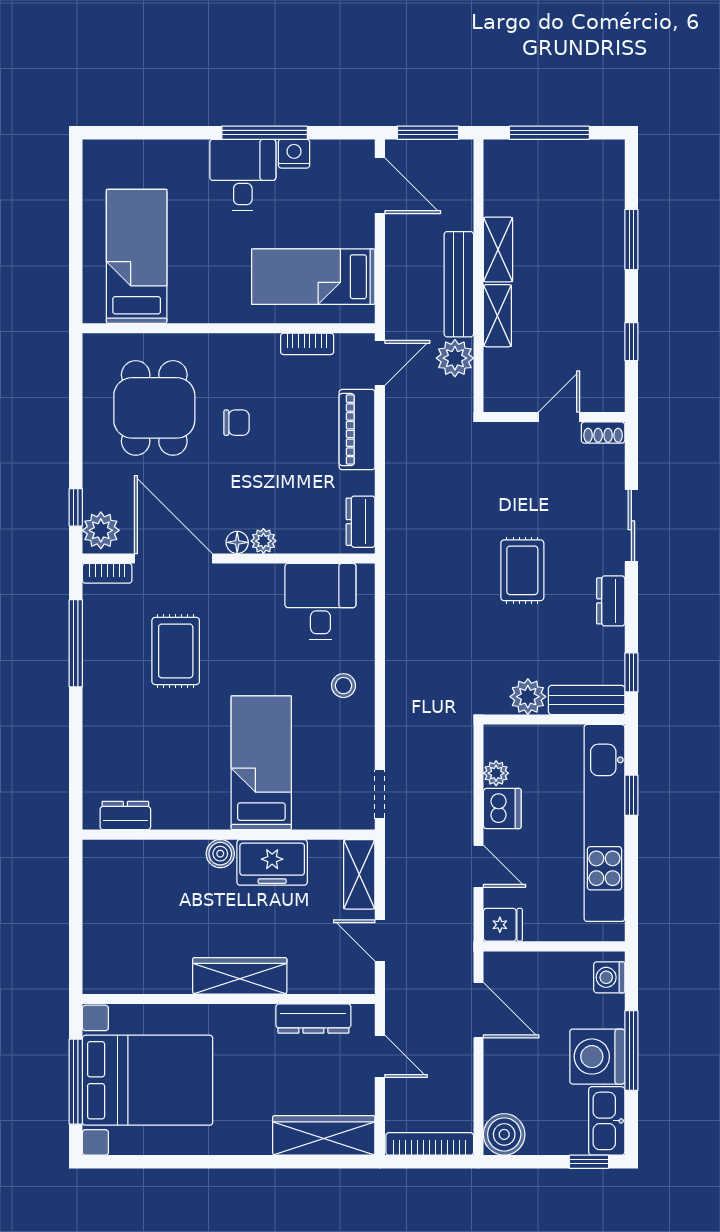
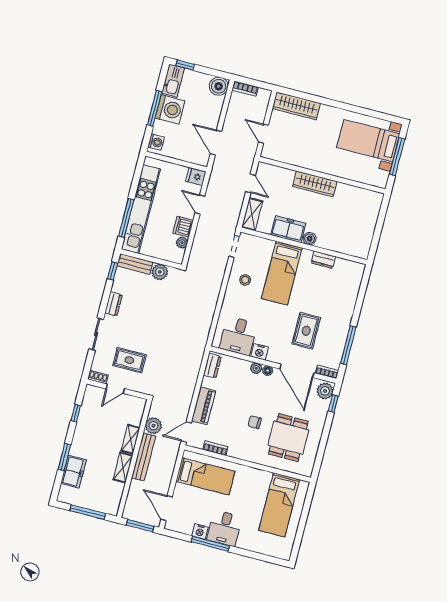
freezer: (603, 213) -> (74, 472), added
rug: (522, 570) -> (129, 360), moved, turned 90
nightstand: (266, 579) -> (260, 352), added
stool: (344, 686) -> (245, 280), moved
window: (631, 795) -> (126, 218), width x2.17
dresser: (125, 815) -> (323, 260), moved
dresser: (313, 1019) -> (288, 157), removed
bed with nightstands: (148, 1080) -> (368, 141), width x0.73
bookcase: (430, 1144) -> (245, 89), width x0.64

